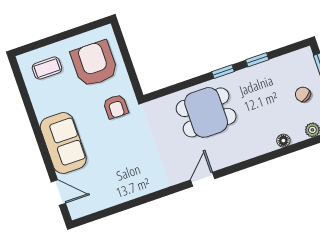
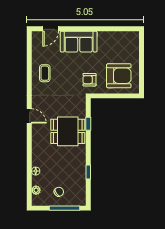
coffee table: (47, 68) -> (45, 73), moved
window: (223, 72) -> (88, 124), moved
dining table: (206, 112) -> (68, 131), turned 90

